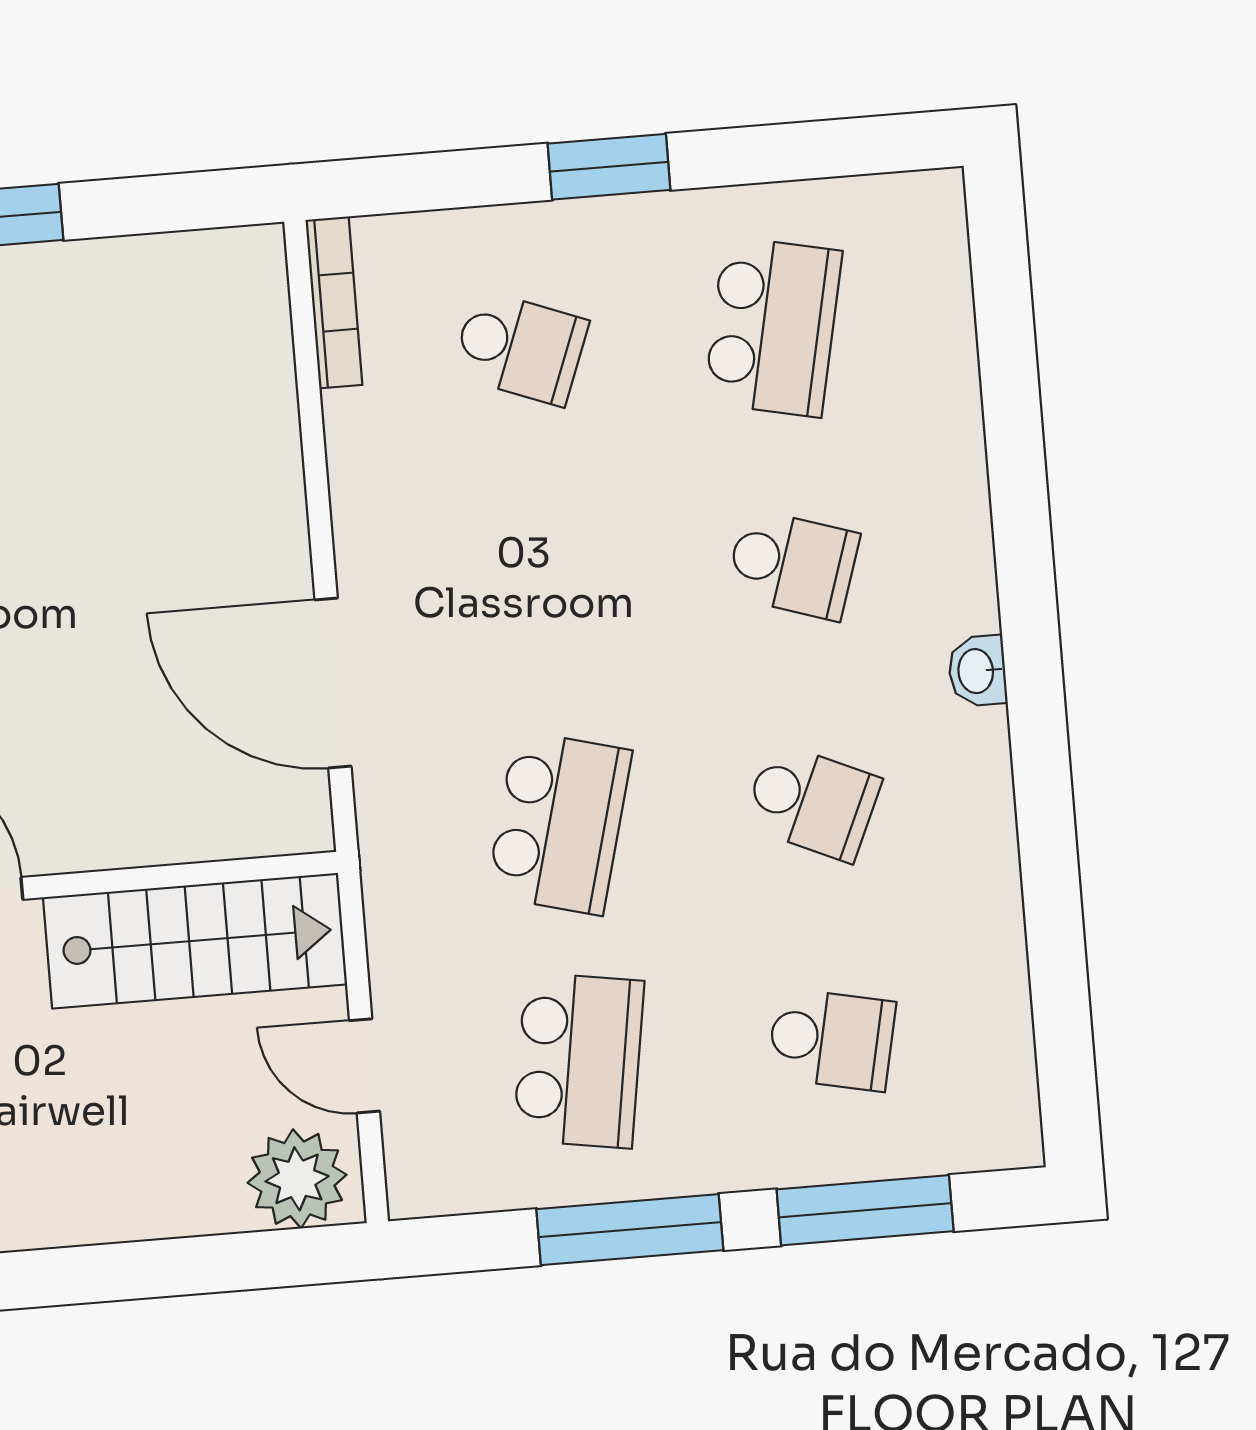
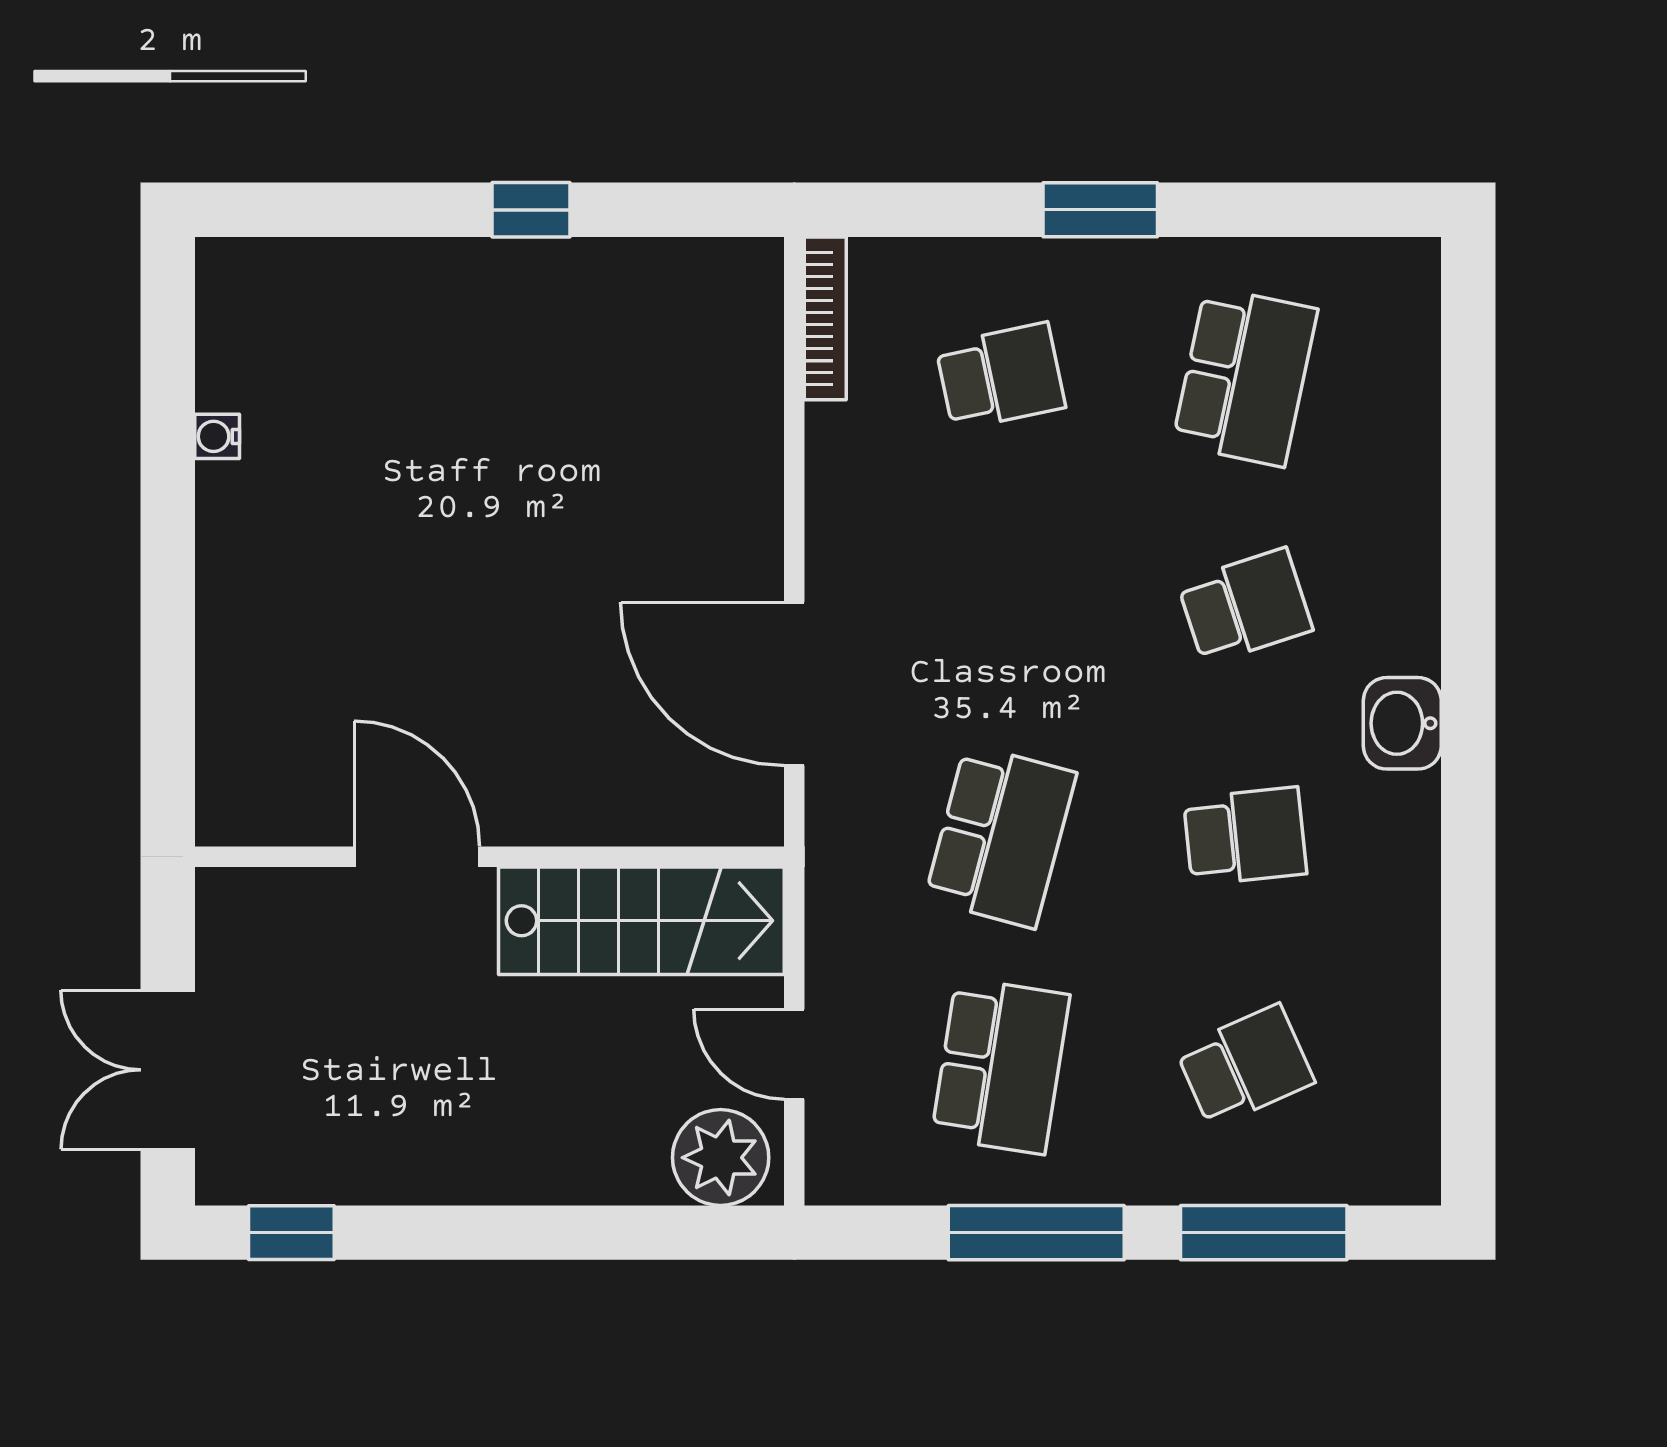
school desk: (520, 348) -> (1000, 377), turned -33
school desk: (792, 564) -> (1245, 606), turned -36
washbasin: (977, 671) -> (1402, 723), width x1.38, depth x1.45
school desk: (812, 802) -> (1245, 836), turned -30
school desk: (831, 1040) -> (1245, 1066), turned -36

